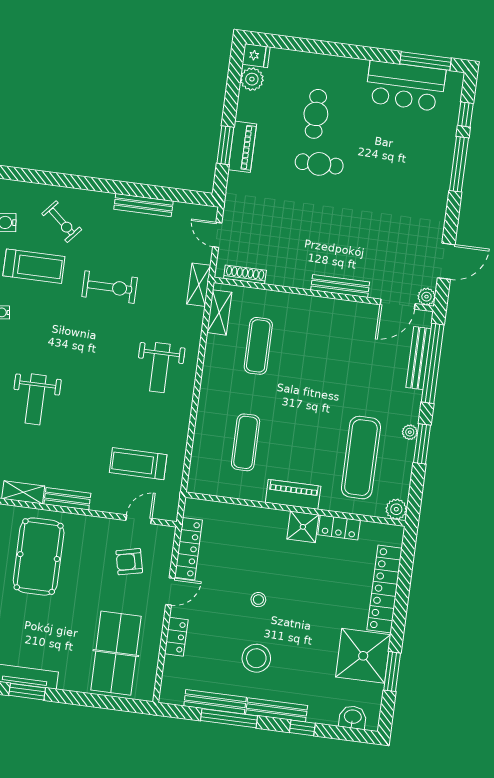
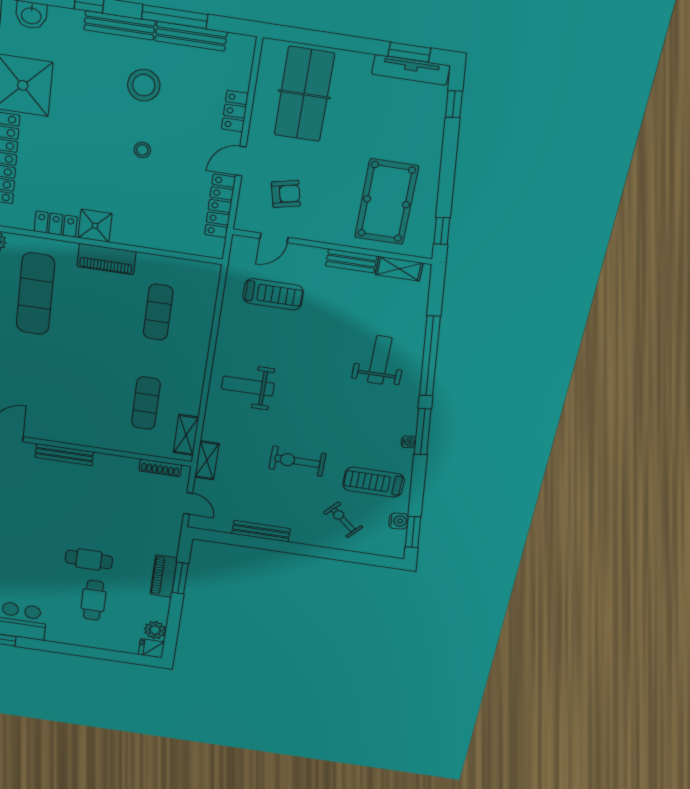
weight bench: (160, 368) -> (248, 386), turned -90

